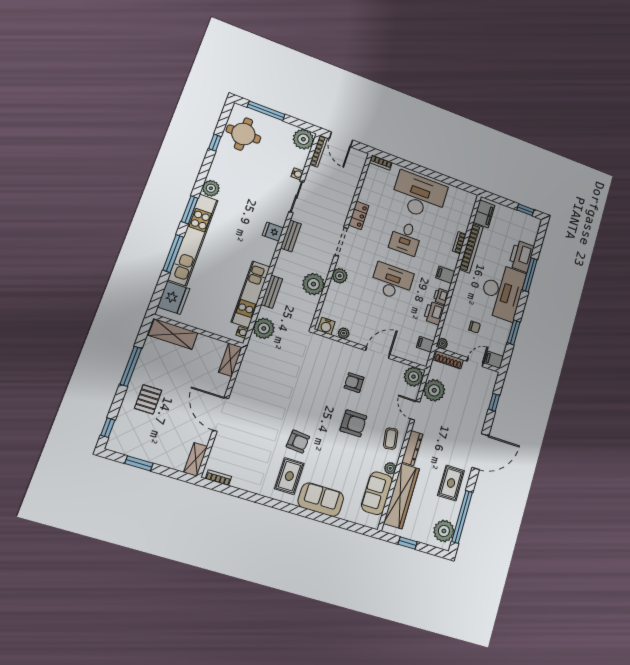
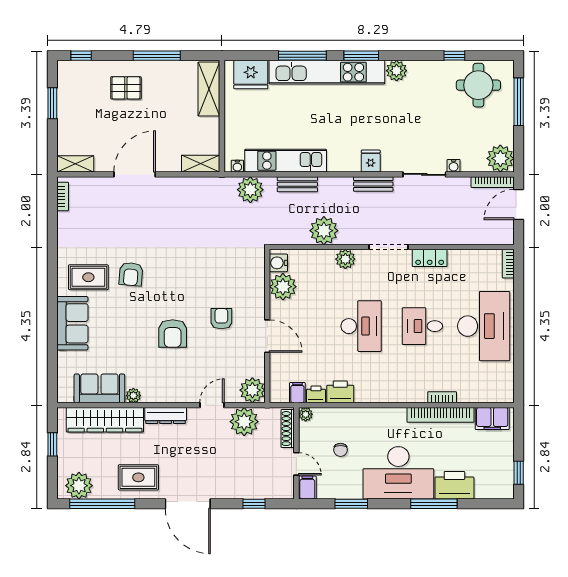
filing cabinet: (445, 275) -> (394, 392), removed
printer: (441, 296) -> (316, 394), moved
plant: (344, 333) -> (283, 287), width x1.88, depth x1.88
coffee table: (391, 439) -> (169, 385), removed

